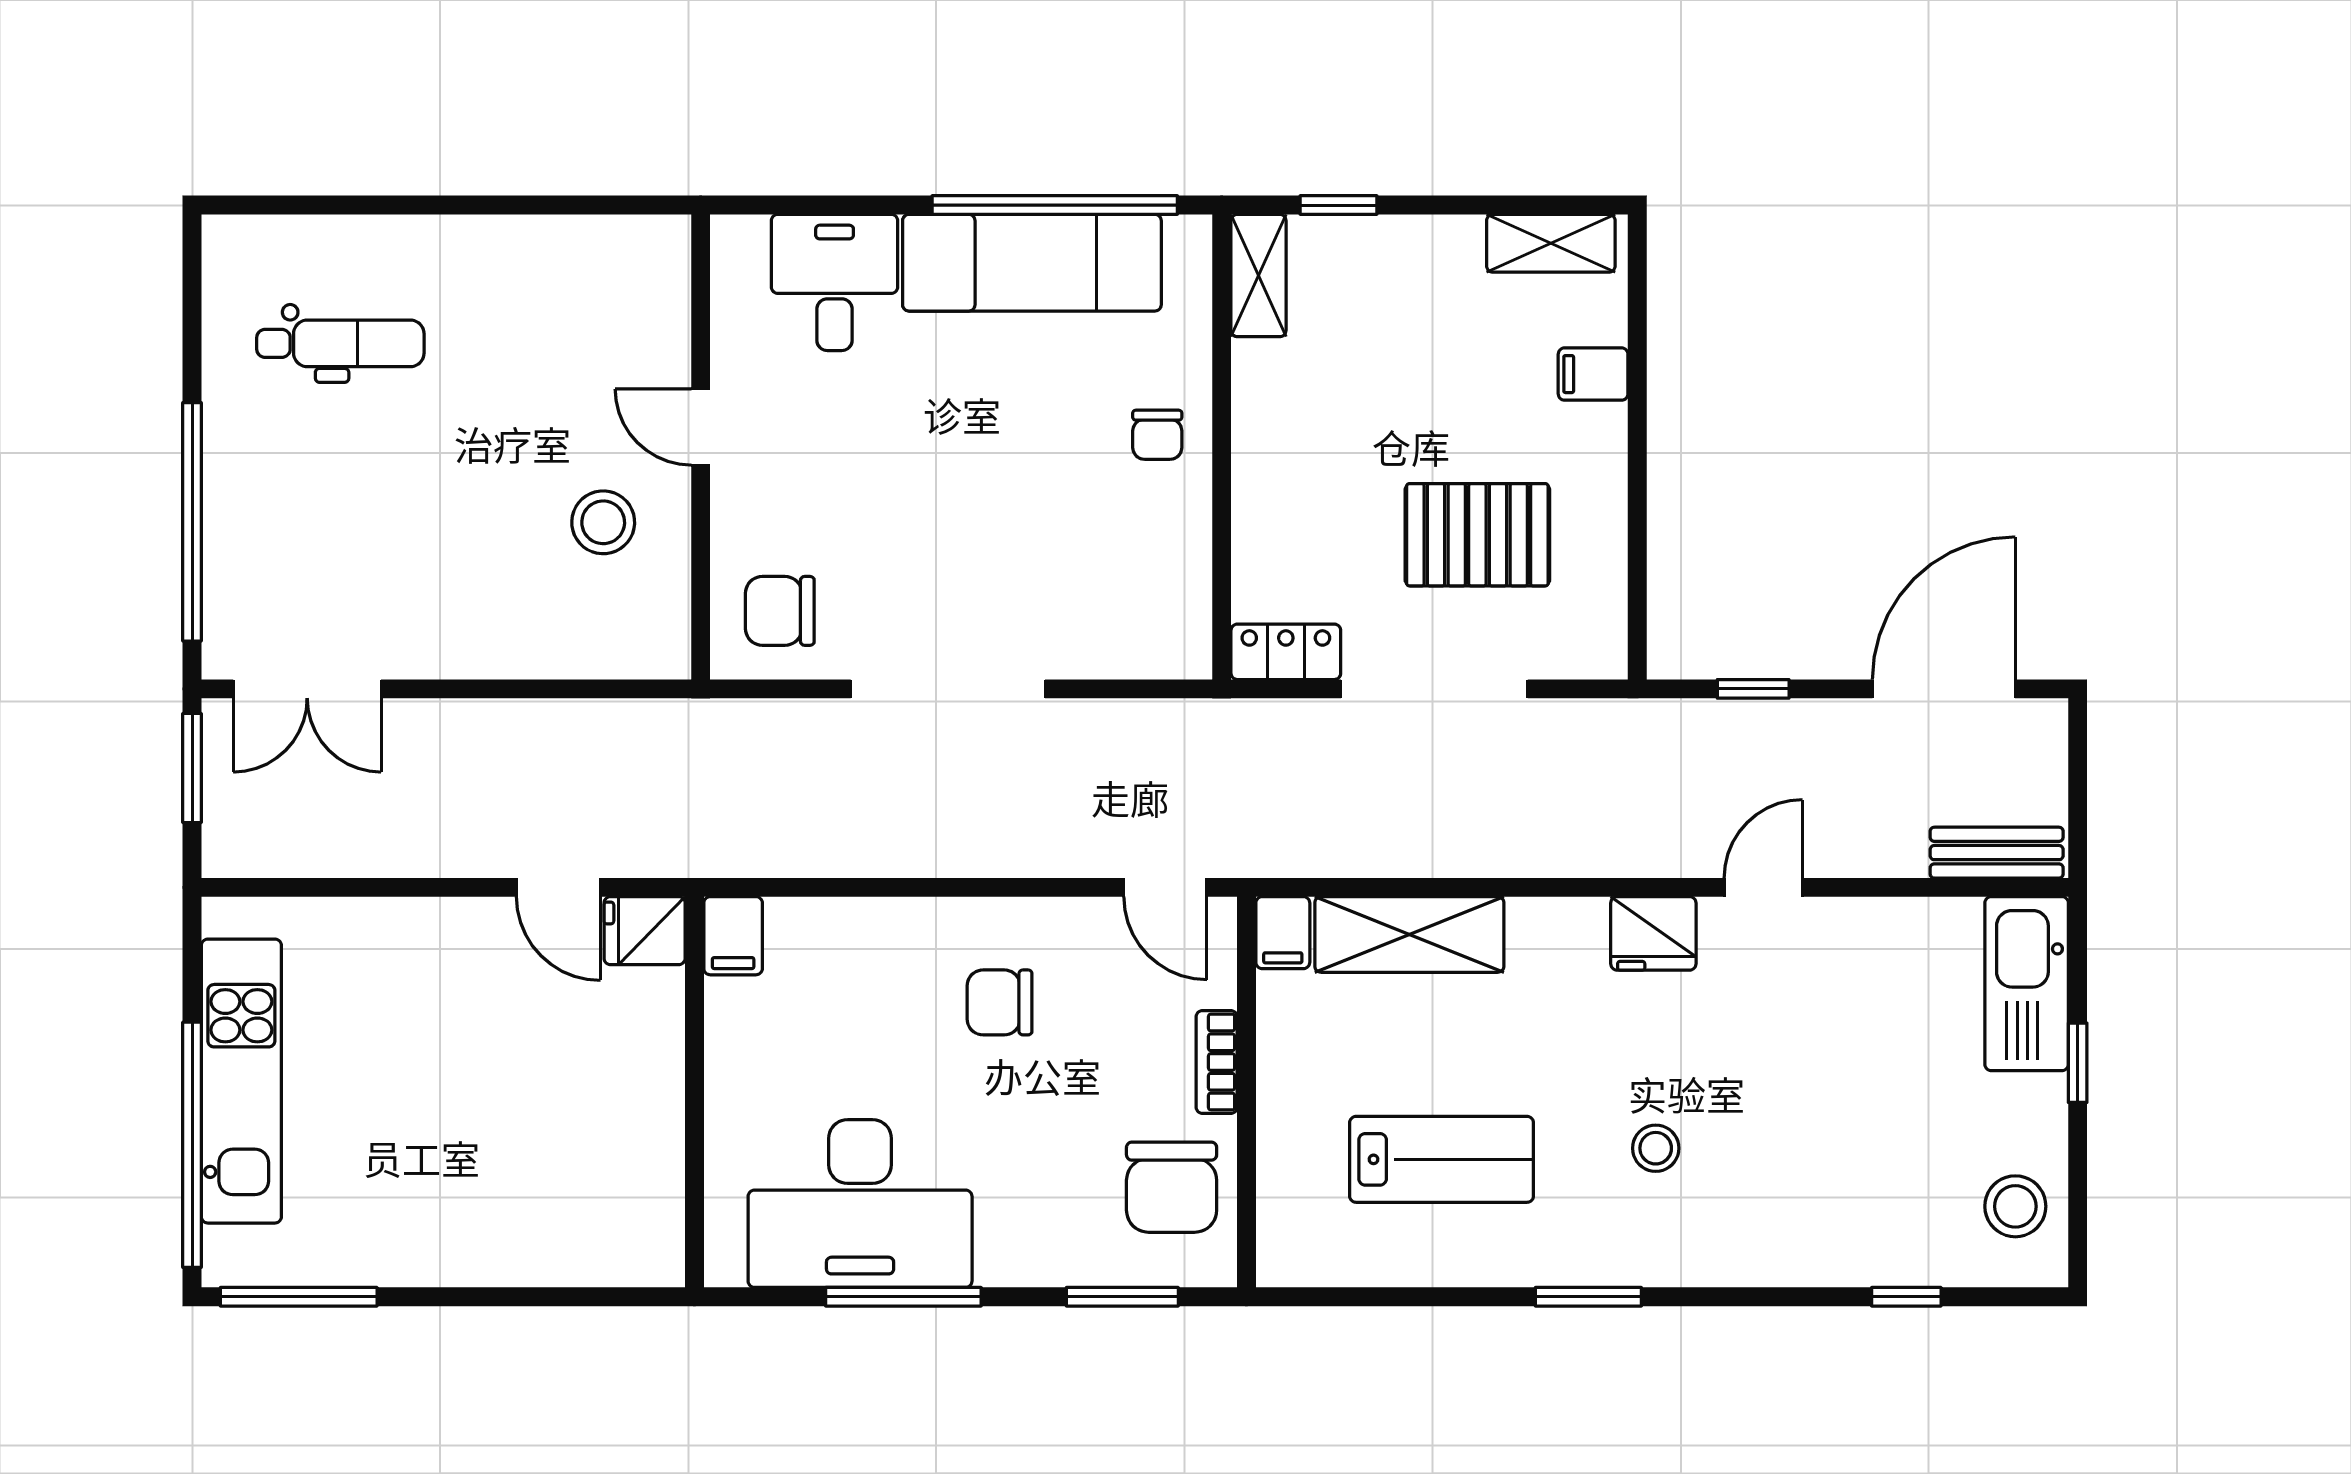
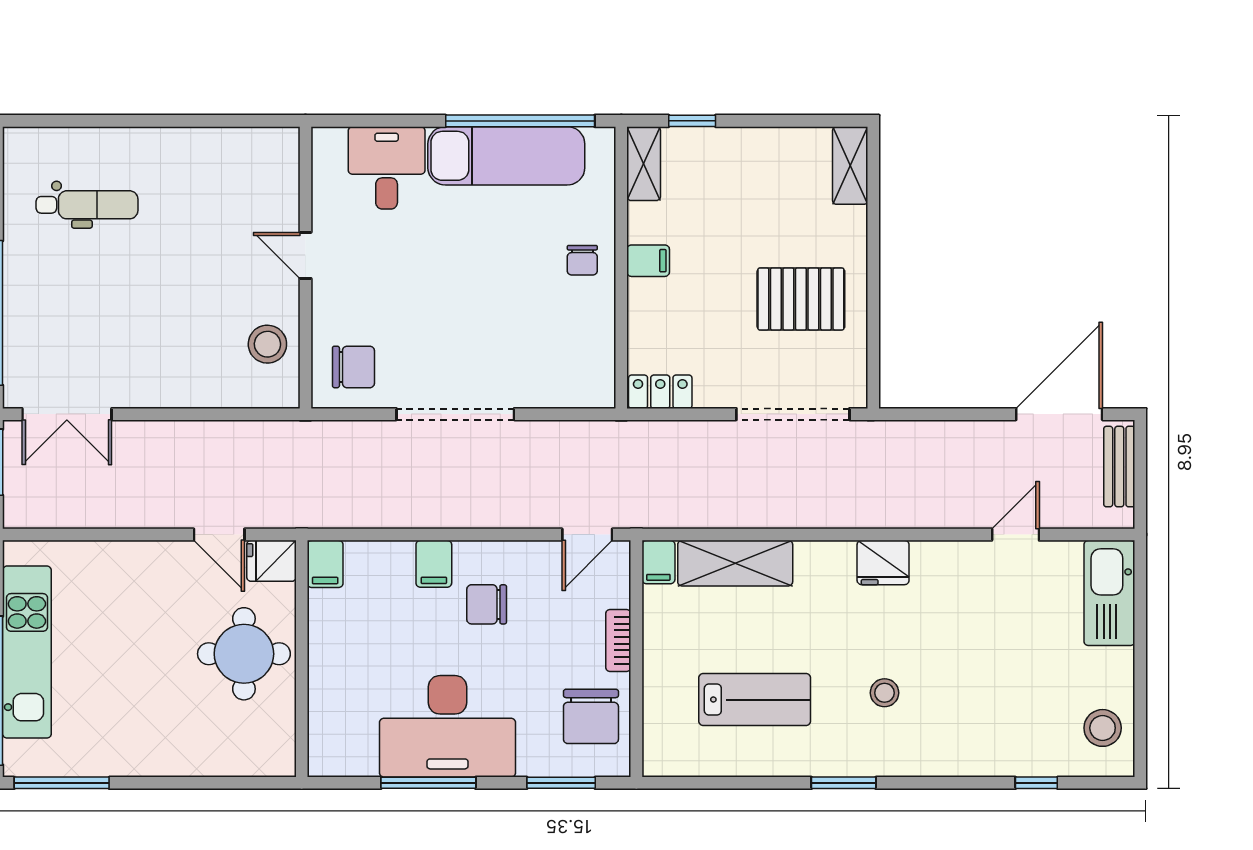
shelving: (1551, 243) -> (850, 166), moved, turned 90
filing cabinet: (1593, 374) -> (648, 261), moved, turned 180
stool: (603, 522) -> (267, 344), moved
pallet: (1477, 535) -> (801, 299), moved
chair: (780, 611) -> (353, 367), turned 180
doorway: (1434, 689) -> (793, 414), moved
window: (1753, 689) -> (944, 414), removed
bench: (1997, 853) -> (1119, 467), moved, turned 90
door: (1165, 887) -> (587, 535), hinge flipped
door: (1763, 887) -> (1016, 535), moved
filing cabinet: (912, 936) -> (434, 564), added
window: (2078, 1063) -> (1140, 641), removed
round table: (599, 1084) -> (244, 654), added
desk: (860, 1204) -> (448, 726), moved

